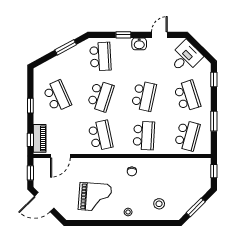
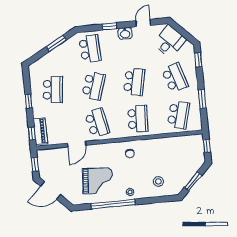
school desk: (57, 96) -> (53, 90), turned 30
door: (60, 156) -> (77, 144), moved
window: (109, 223) -> (113, 204), added

